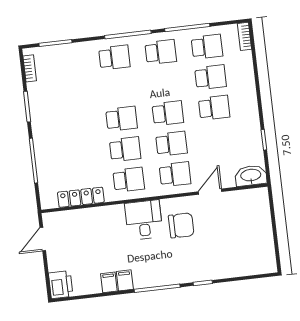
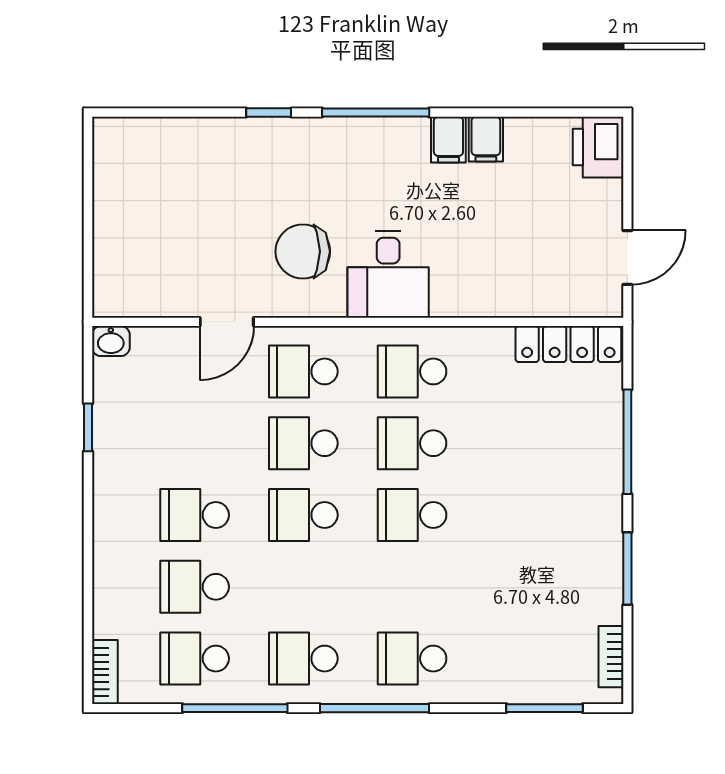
washbasin: (251, 176) -> (111, 341), width x0.52, depth x0.69
locker: (81, 197) -> (568, 344), moved

